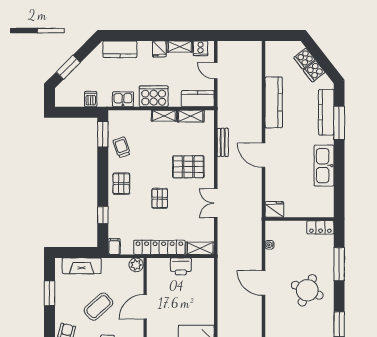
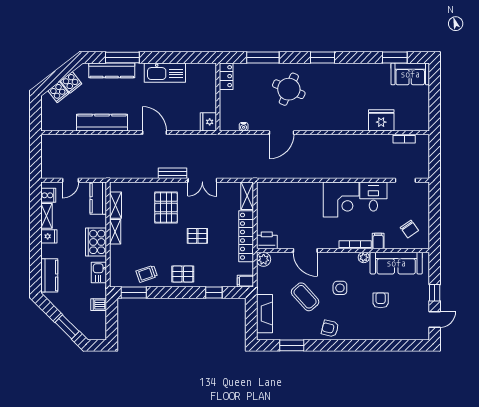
bench: (223, 142) -> (173, 173), moved
door: (264, 155) -> (154, 133), swing flipped
printer: (181, 266) -> (267, 240), moved, turned -90

